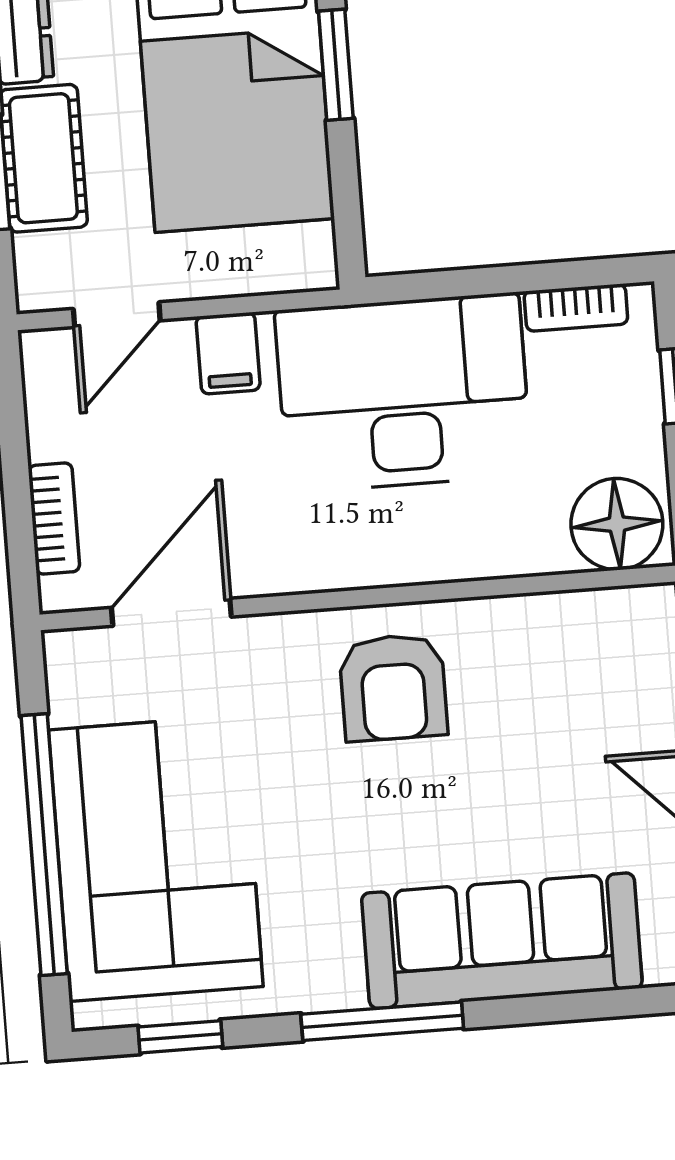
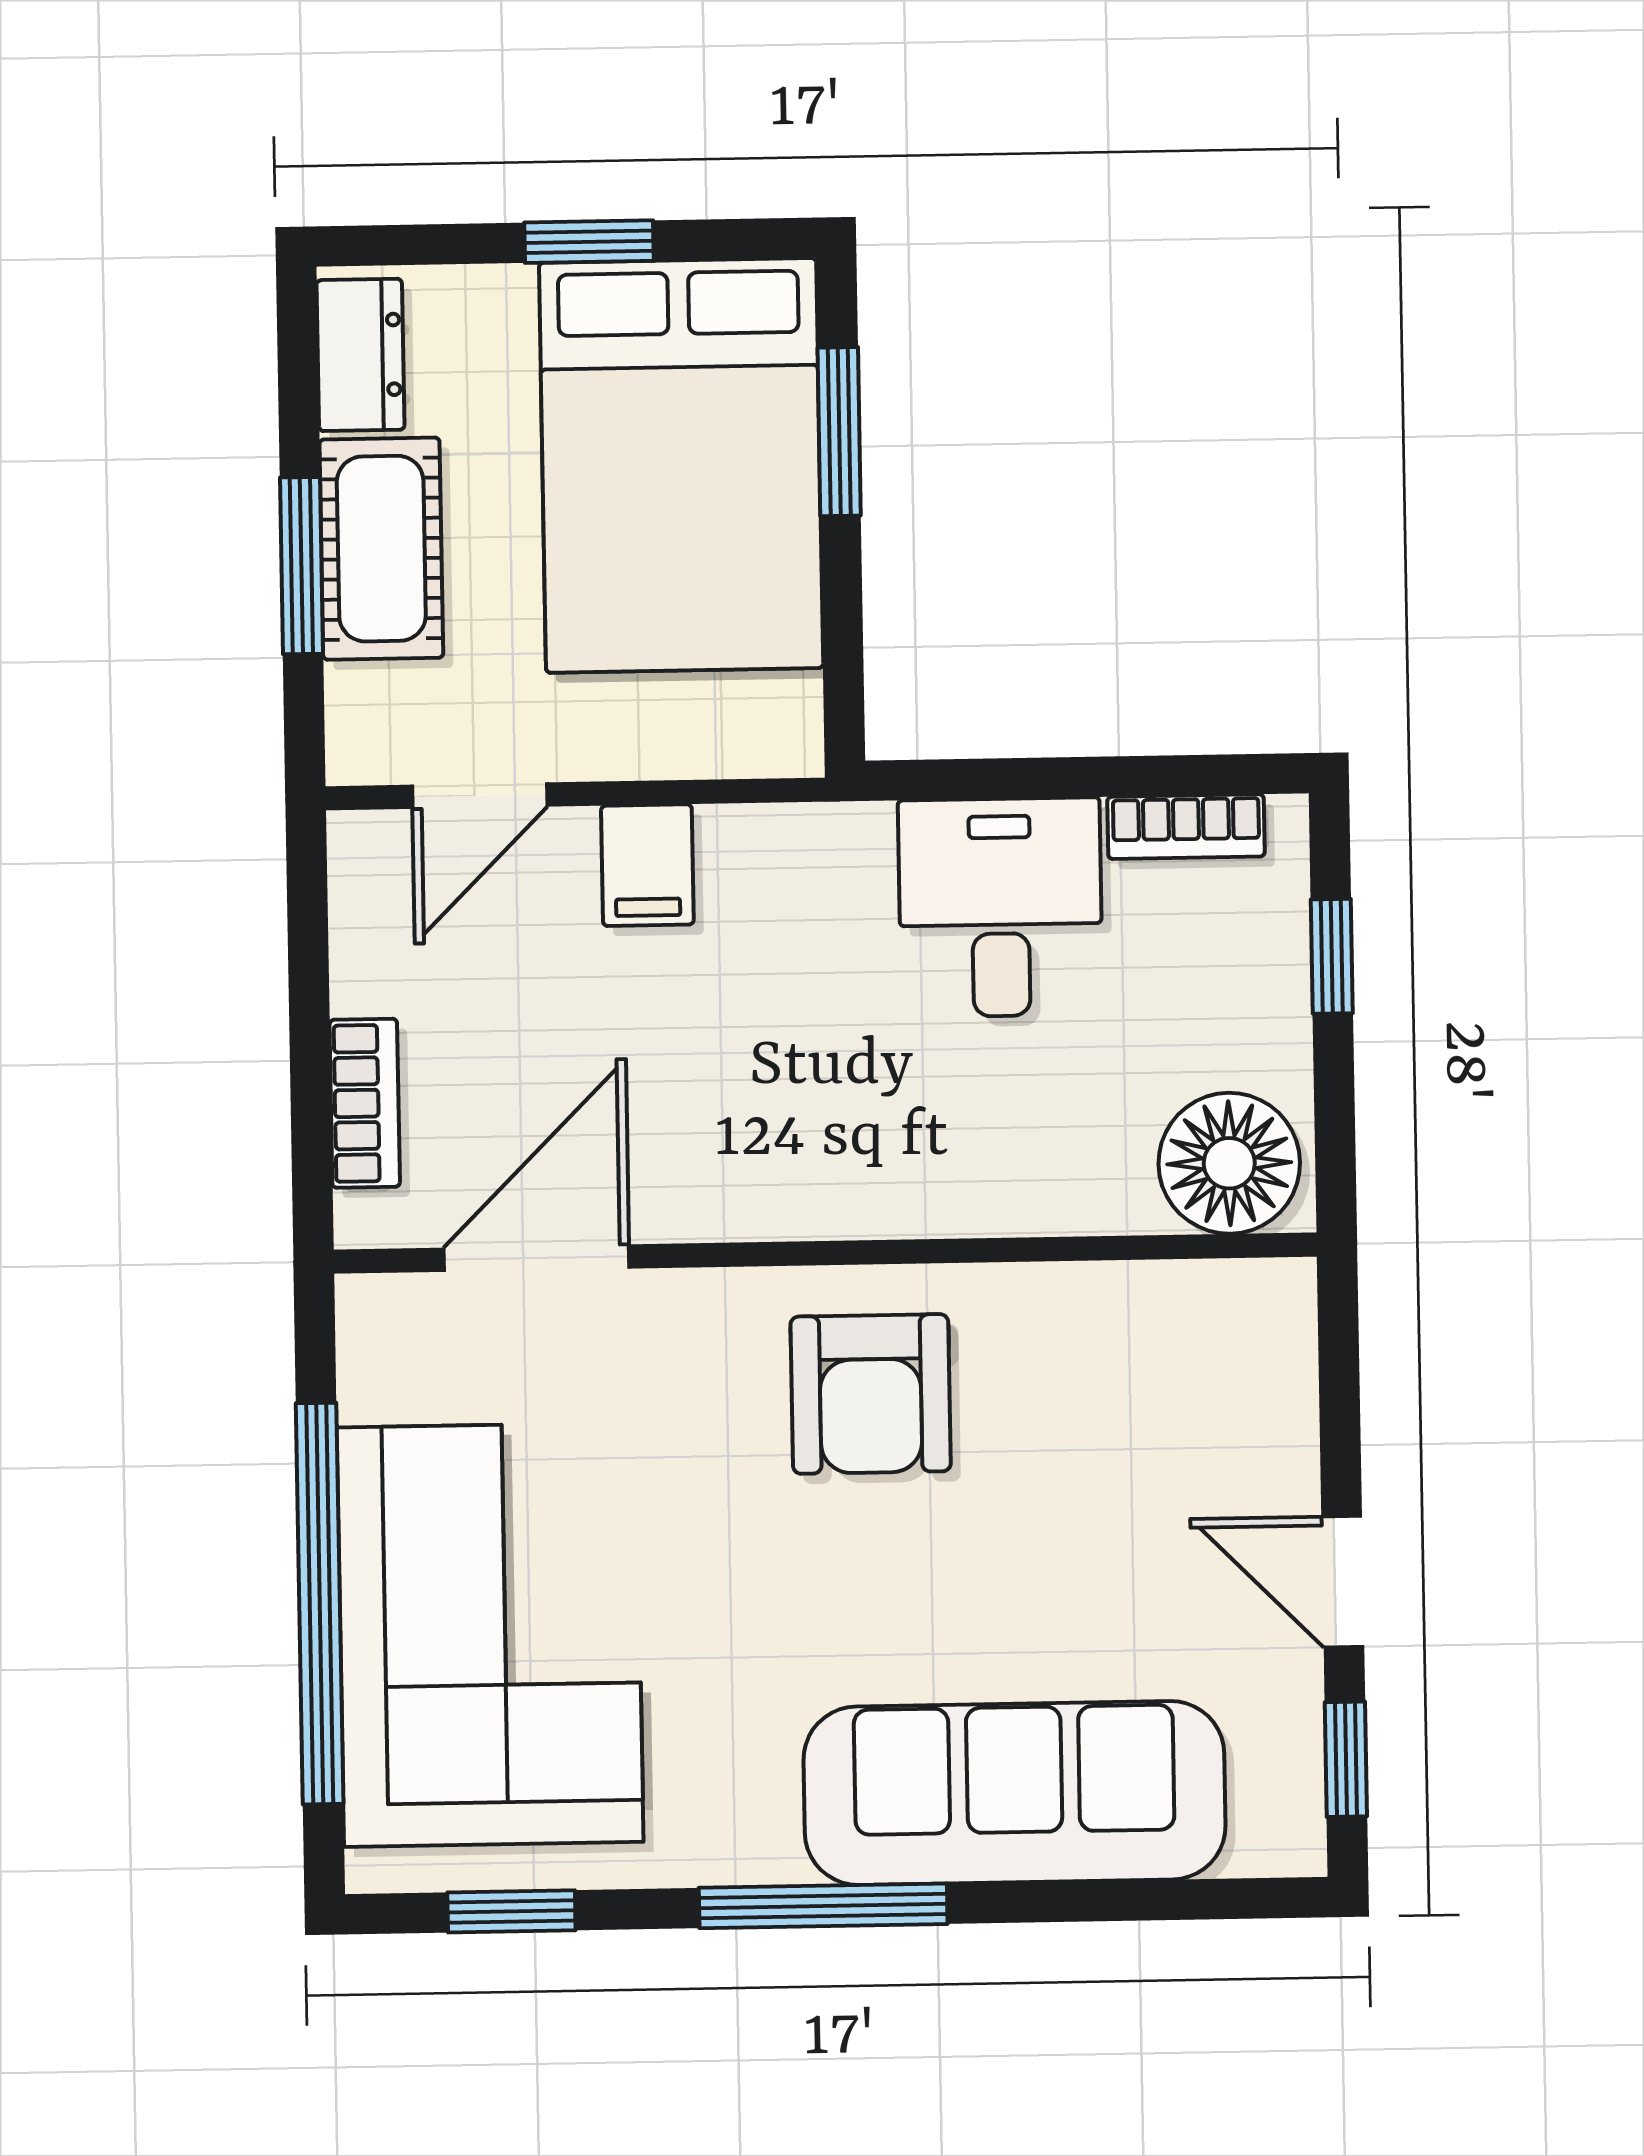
desk: (403, 393) -> (1000, 907), width x0.53, depth x0.77

